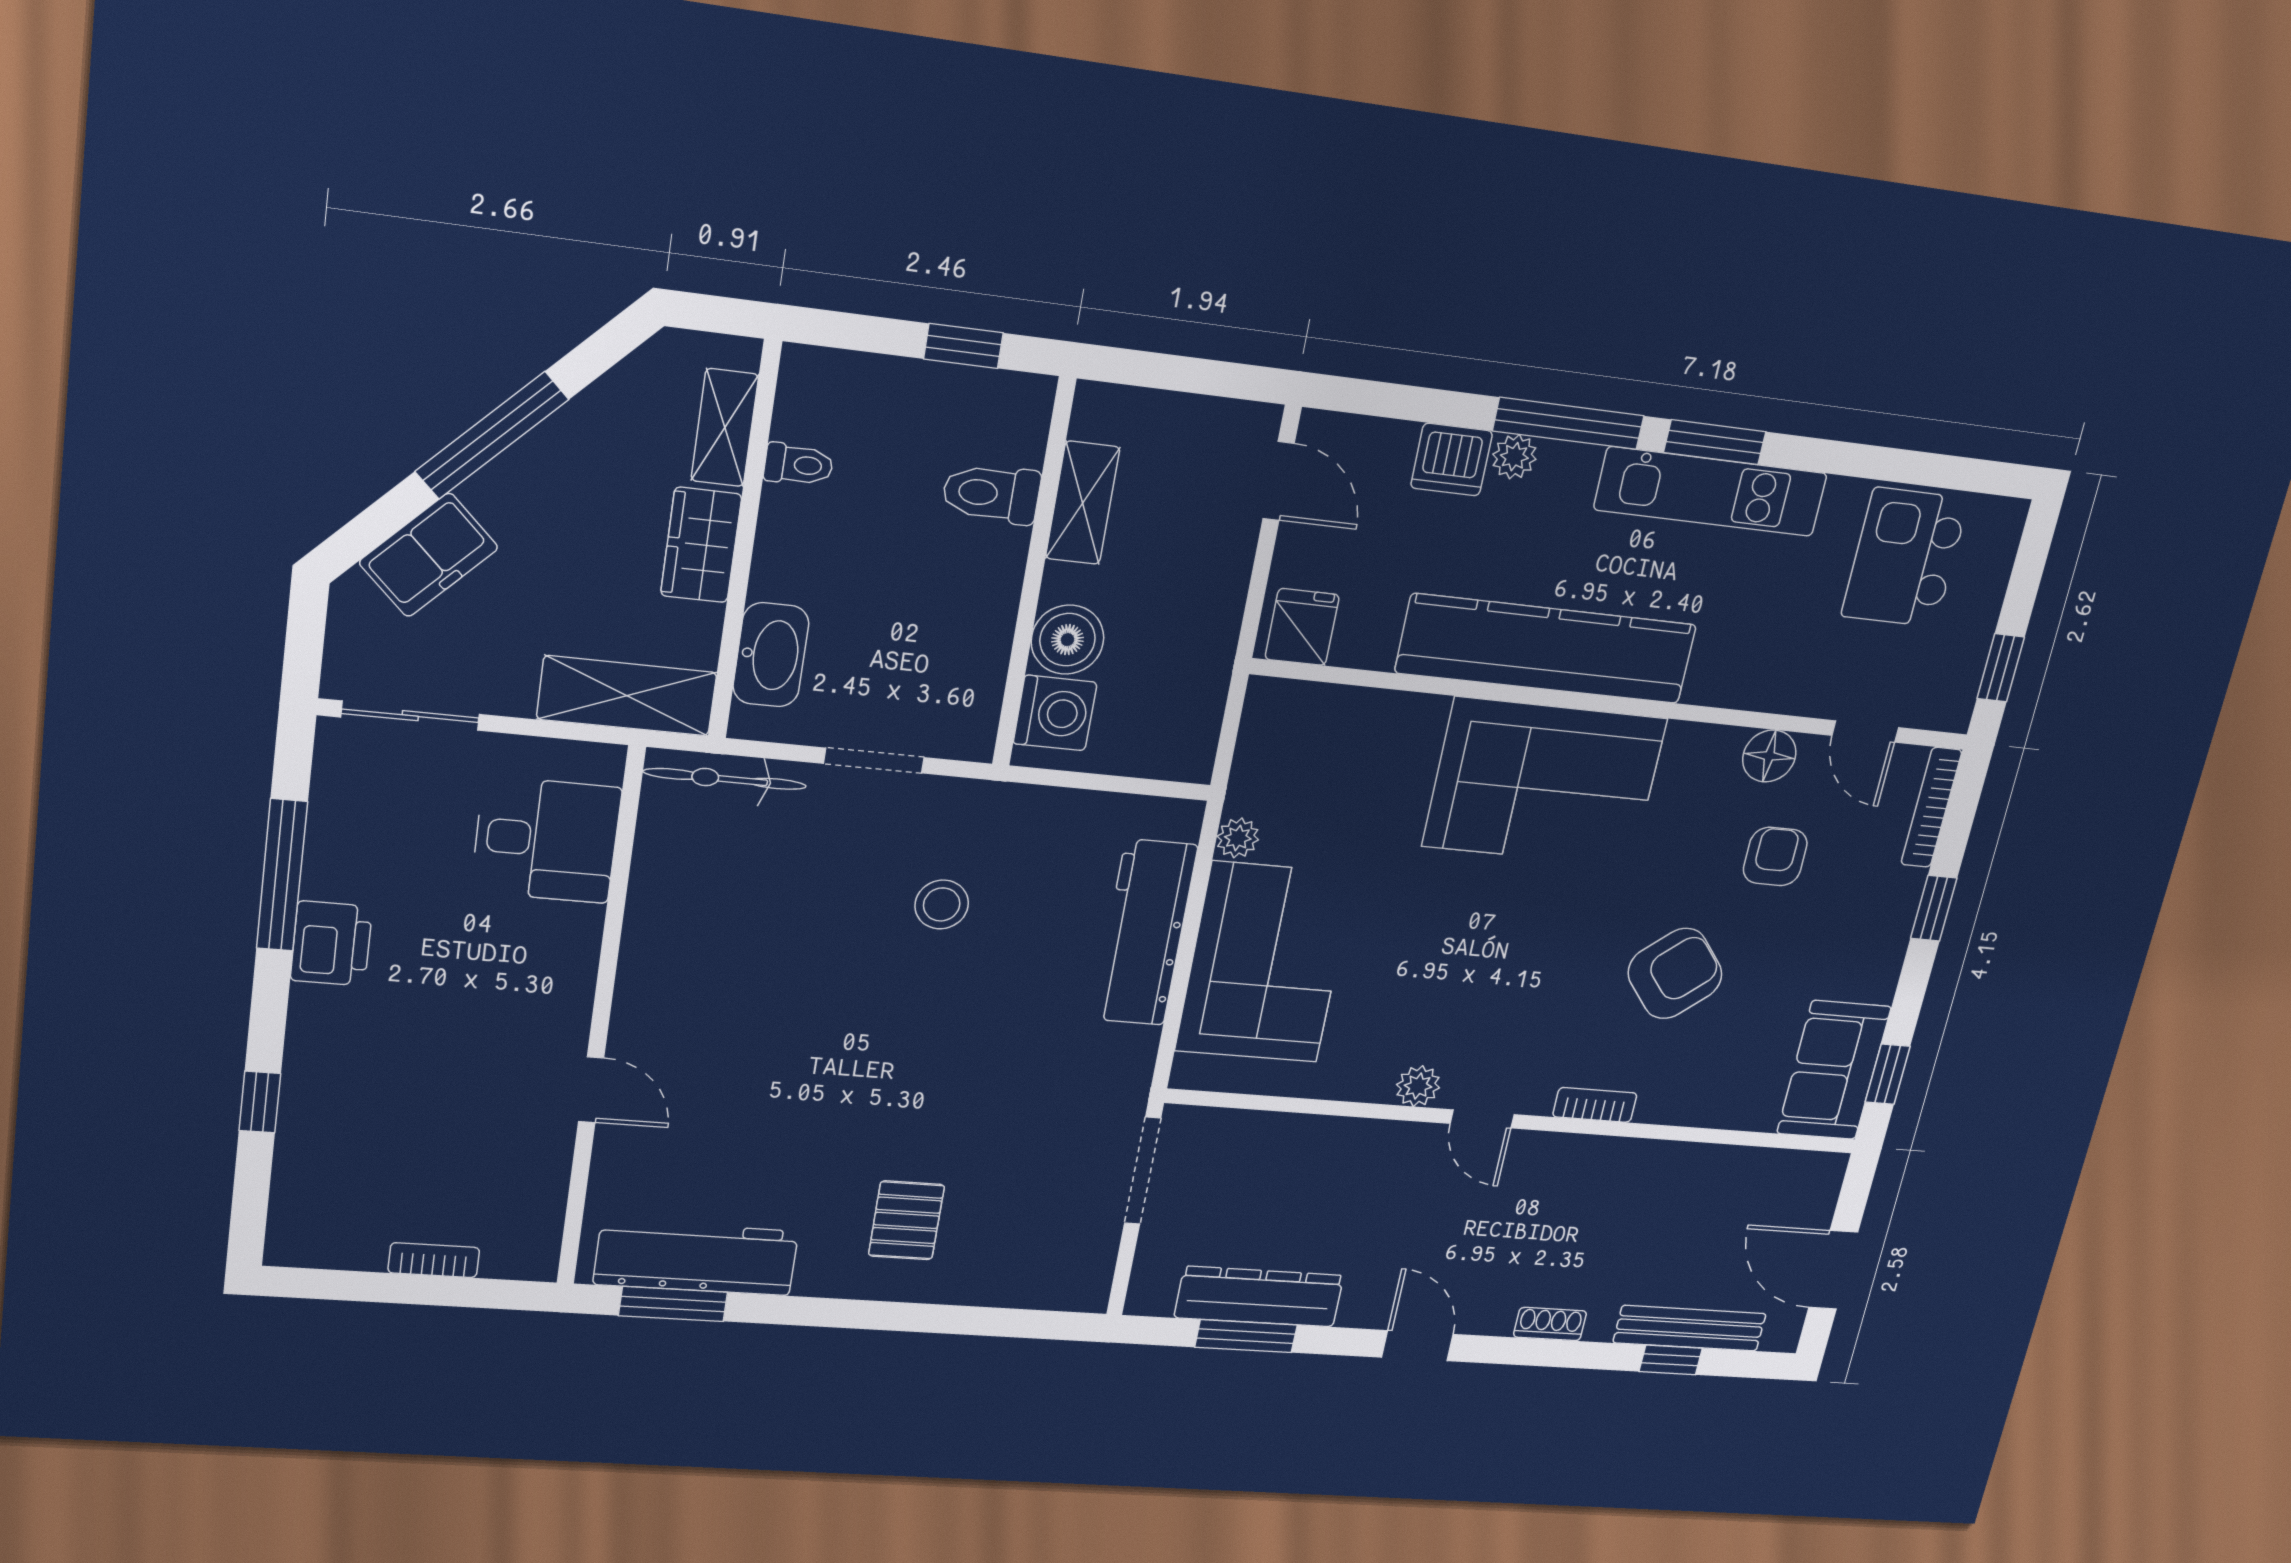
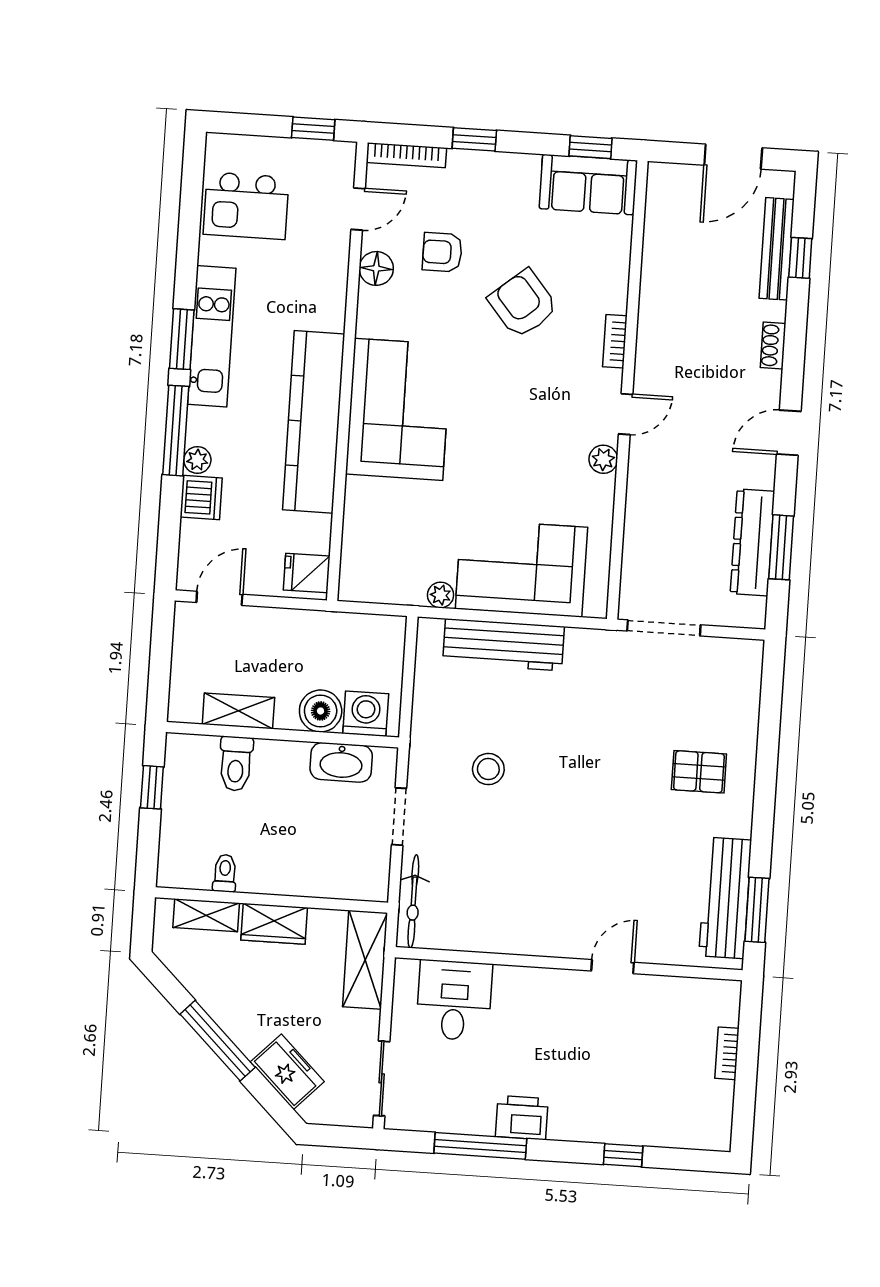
washbasin: (771, 655) -> (341, 762), moved, turned 180

